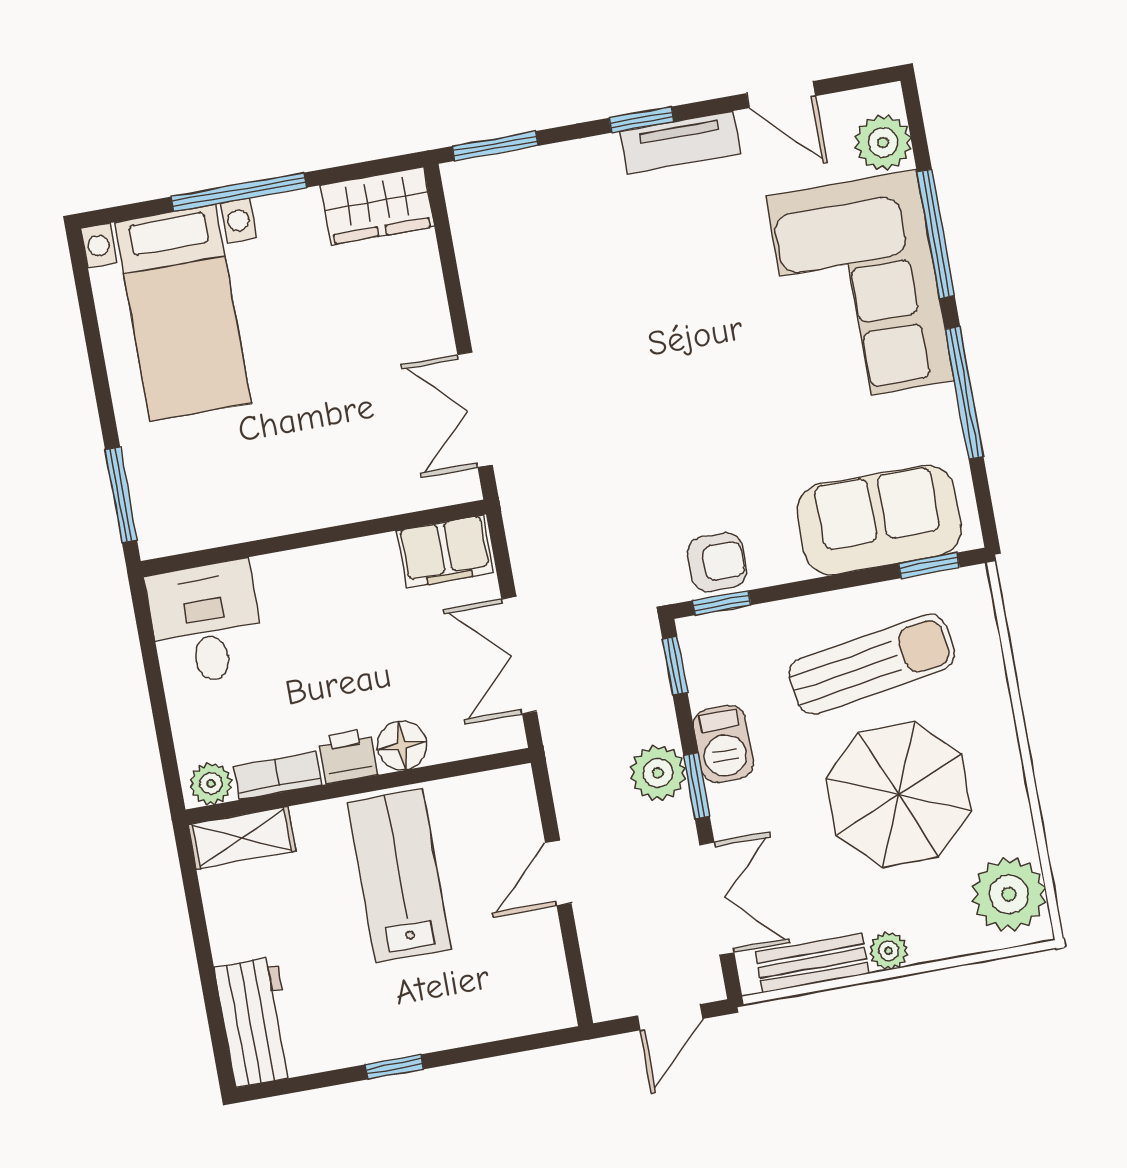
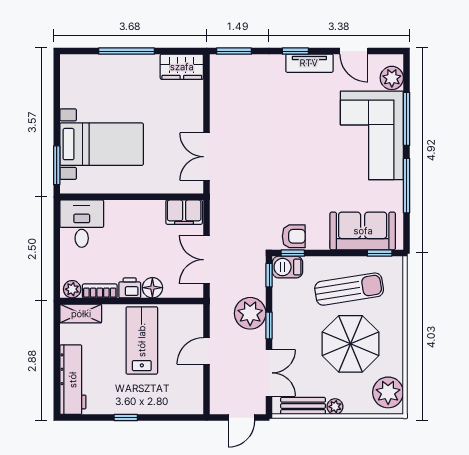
bed with nightstands: (183, 313) -> (102, 144), moved, turned -90
barbecue: (723, 744) -> (287, 267), moved, turned 90
plant: (658, 773) -> (250, 313), width x1.36, depth x1.36
workbench: (256, 1022) -> (73, 380), width x1.37

